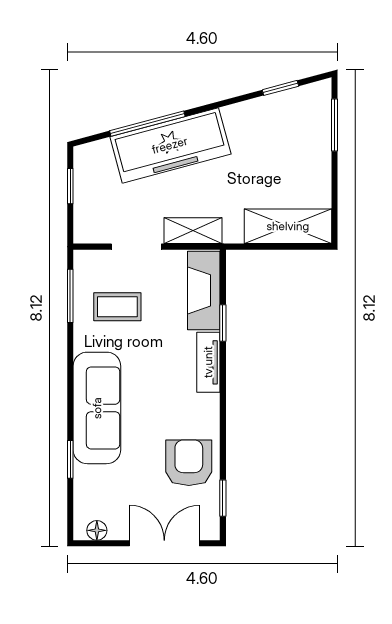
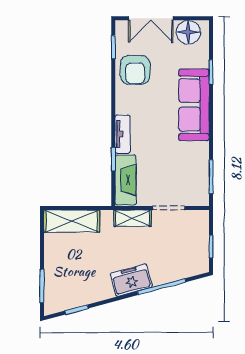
freezer: (170, 145) -> (131, 280), width x0.52, depth x0.79
coffee table: (117, 307) -> (181, 170), removed
floor lamp: (97, 530) -> (188, 32), width x1.89, depth x1.89

